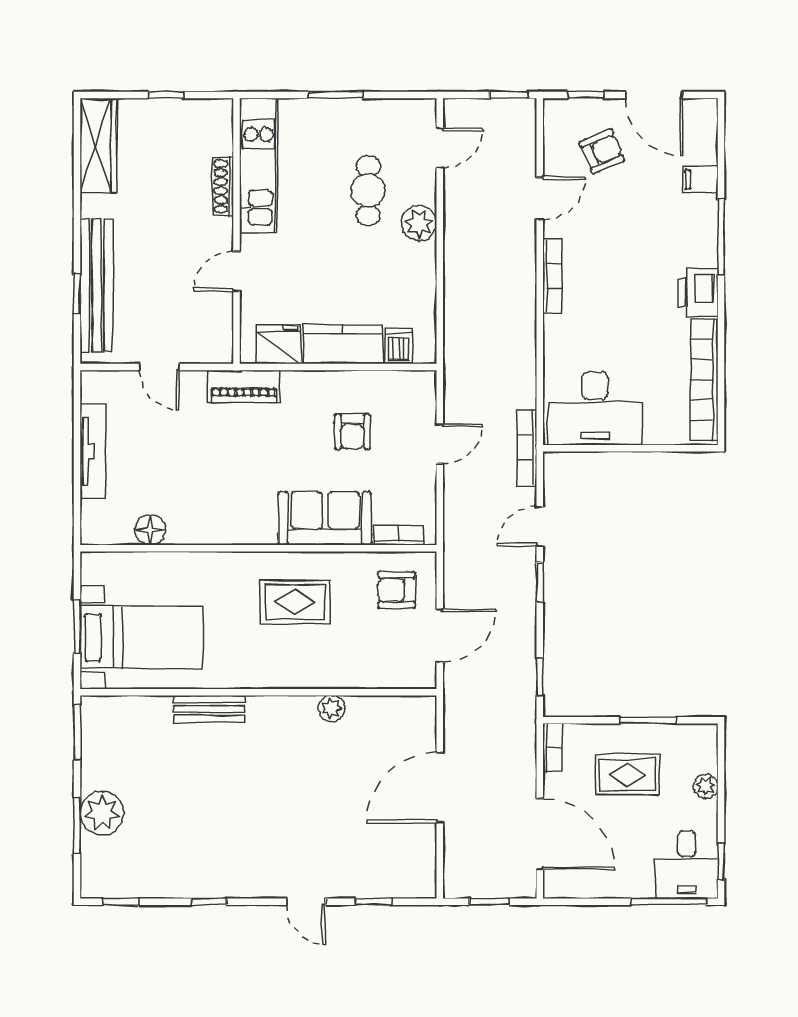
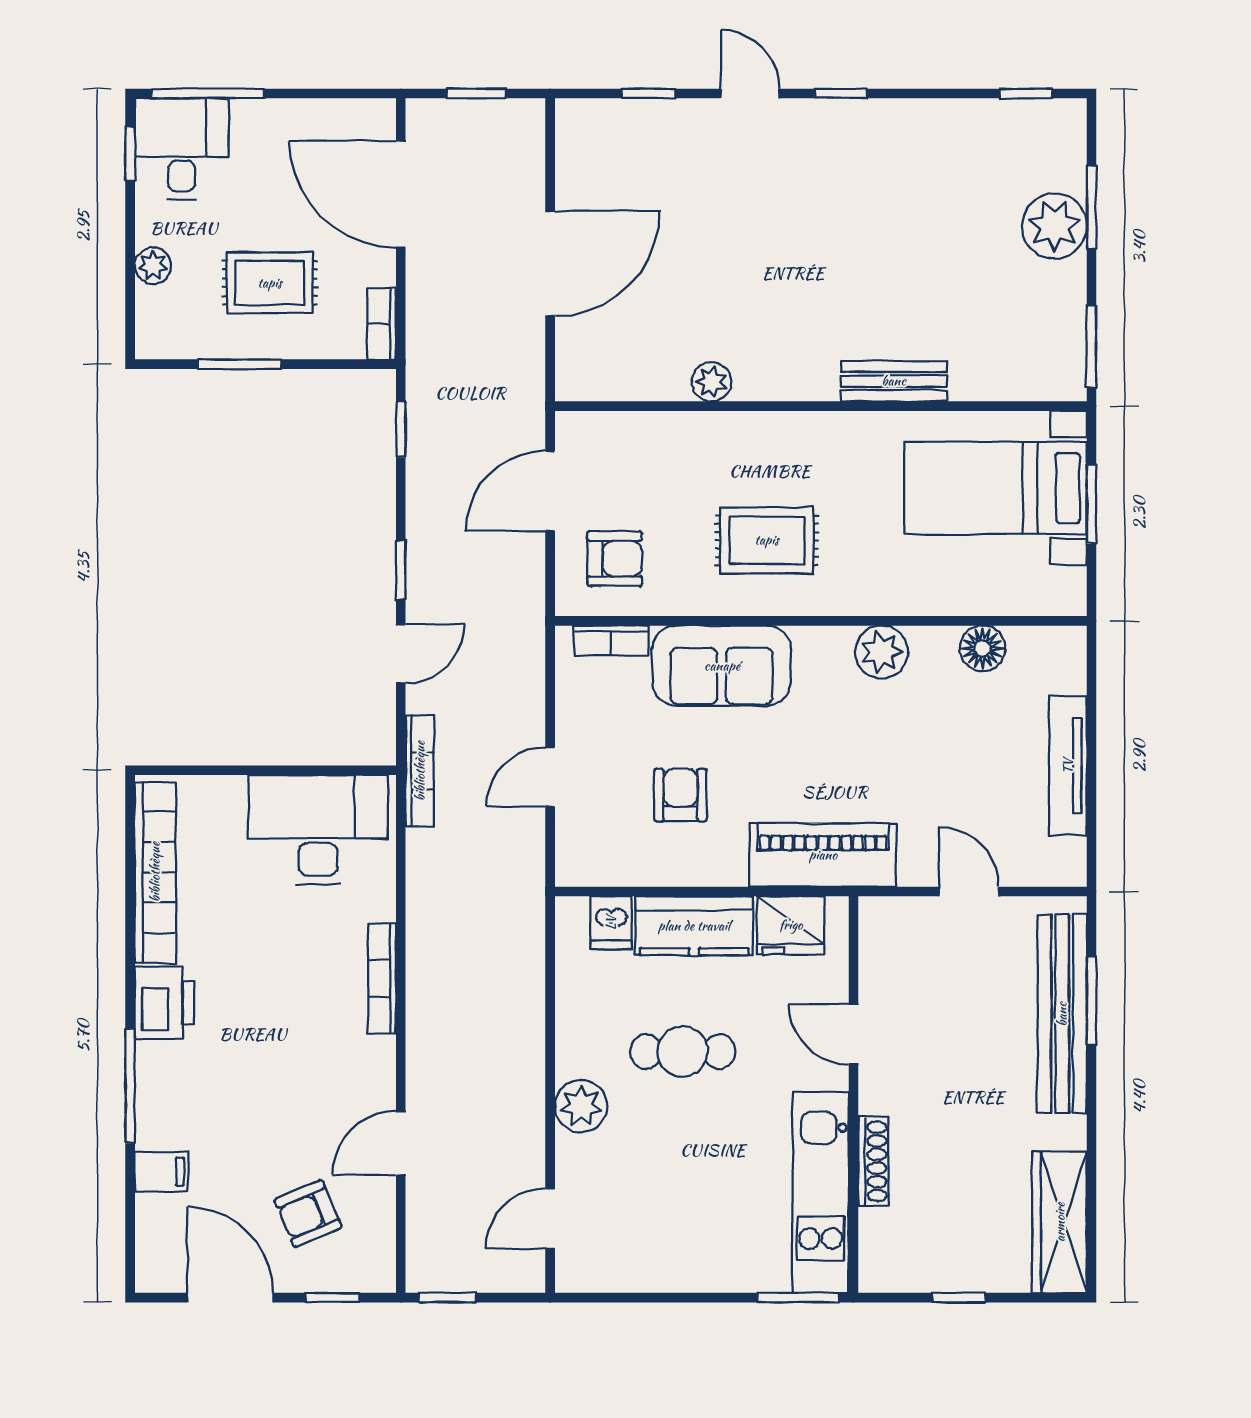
window: (336, 95) -> (798, 1298), moved
cafe table: (368, 191) -> (683, 1052), moved, turned 90
door: (236, 271) -> (854, 1034), swing flipped
bookcase: (552, 276) -> (382, 978), moved
window: (77, 294) -> (1092, 1001), width x1.50
piano: (244, 386) -> (823, 855), width x1.37, depth x1.33
plant: (218, 527) -> (882, 652), added
window: (209, 902) -> (841, 93), moved

